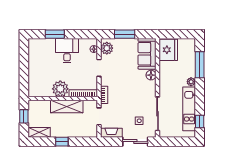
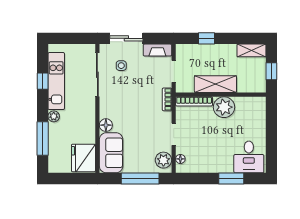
window: (125, 34) -> (140, 178), width x1.44
desk: (67, 51) -> (249, 157), moved
window: (200, 121) -> (43, 81), moved
window: (62, 142) -> (207, 38), moved

